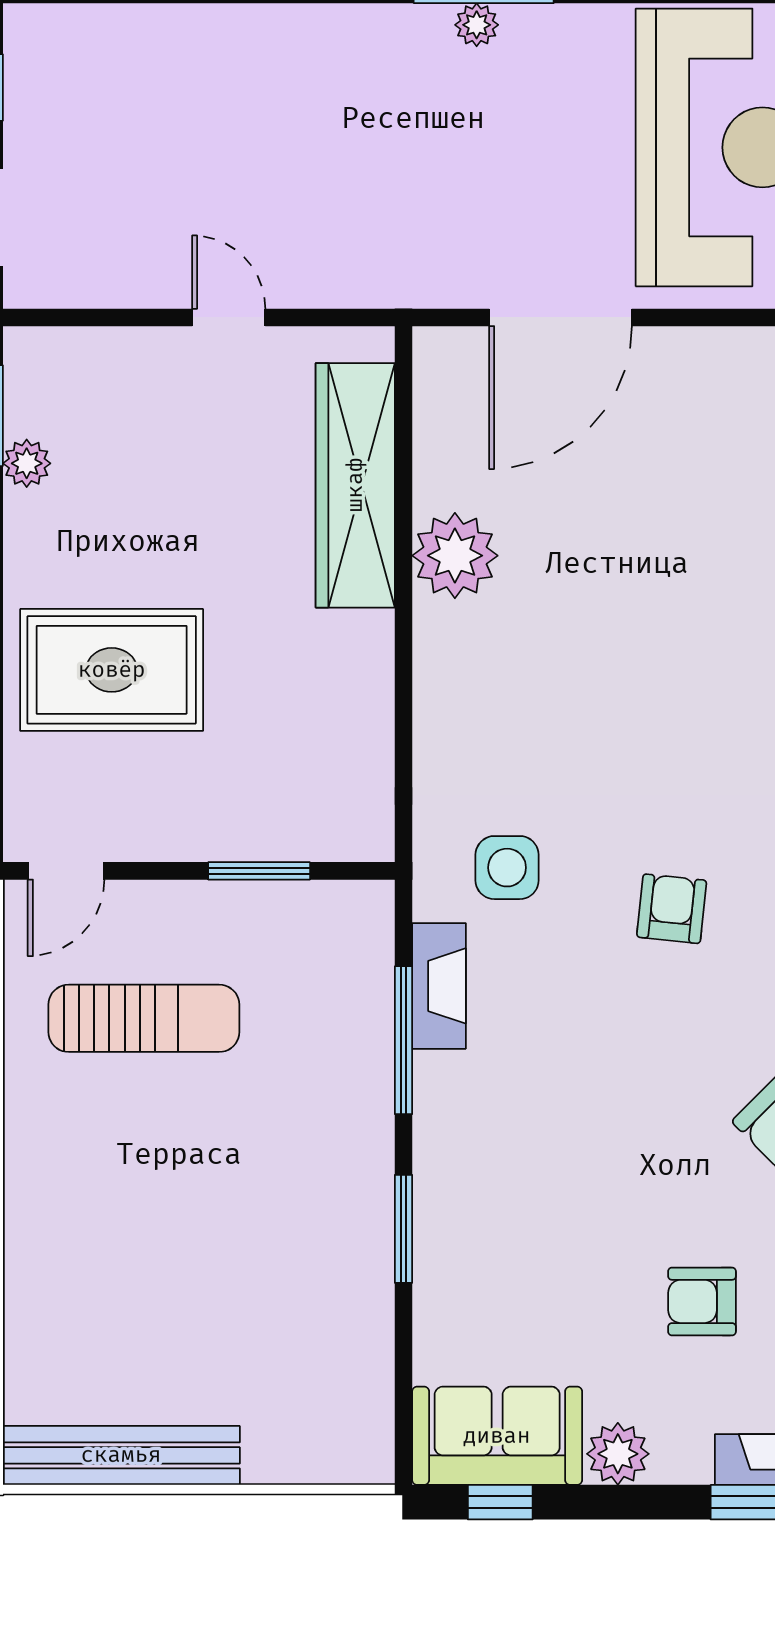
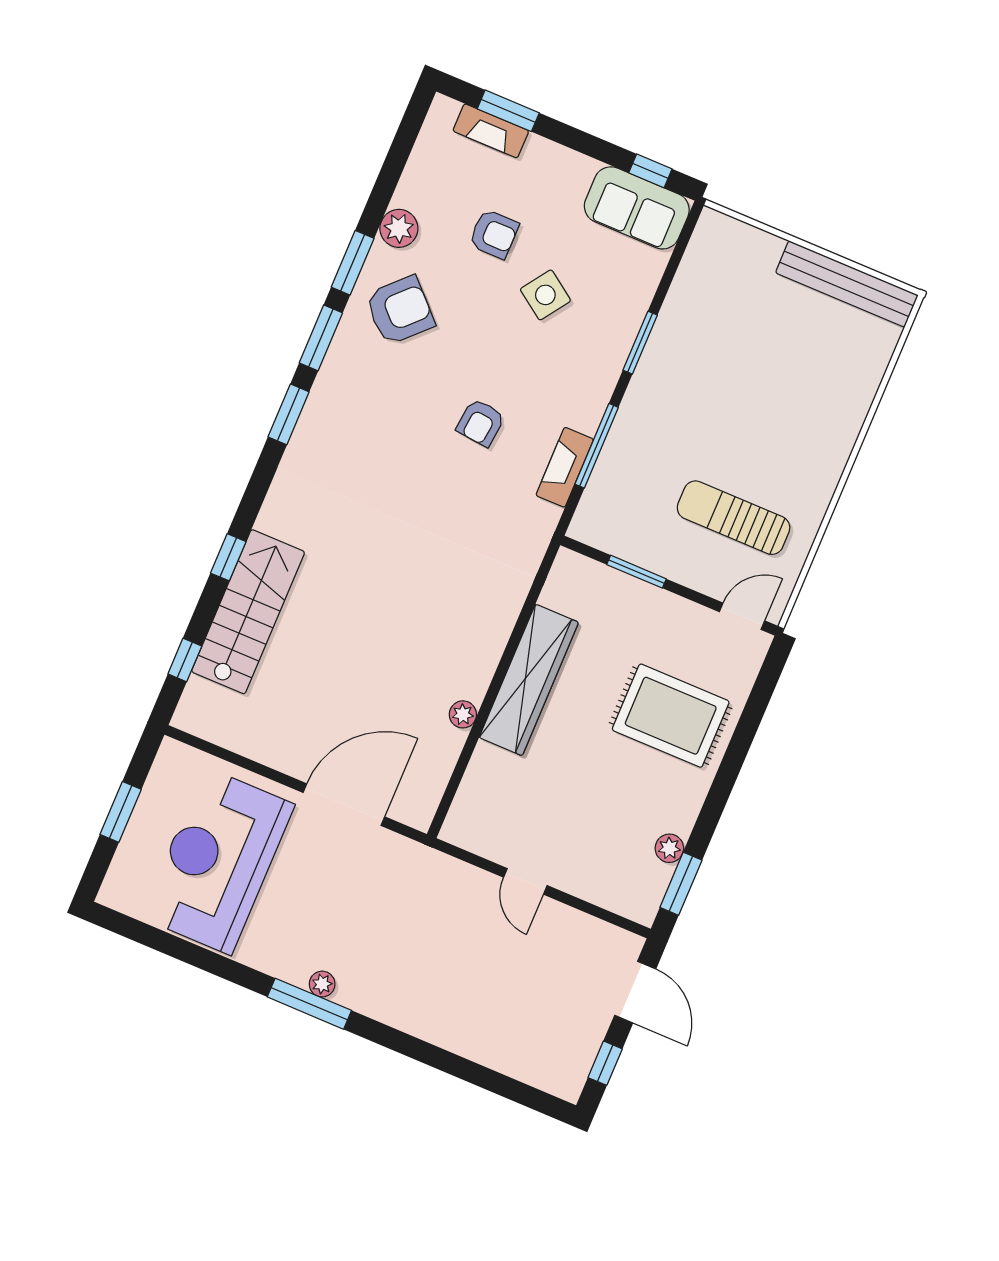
wardrobe: (355, 485) -> (529, 680), moved
plant: (455, 556) -> (463, 714), width x0.53, depth x0.53
side table: (507, 868) -> (545, 295), moved, turned 35
armchair: (672, 909) -> (481, 423), moved
plant: (618, 1454) -> (575, 170), removed

